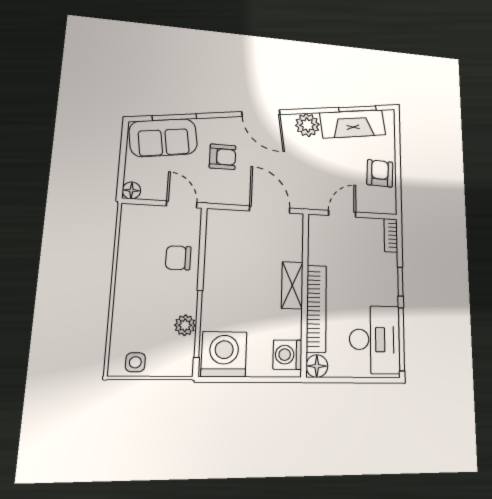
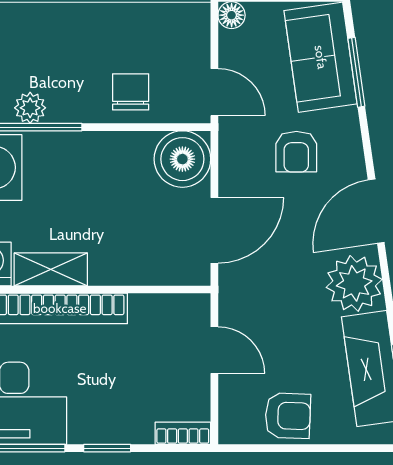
plant: (307, 125) -> (354, 283), width x1.36, depth x1.36
door: (182, 204) -> (214, 92), hinge flipped
boiler: (224, 227) -> (182, 159), added
shelving: (292, 285) -> (51, 269), moved

